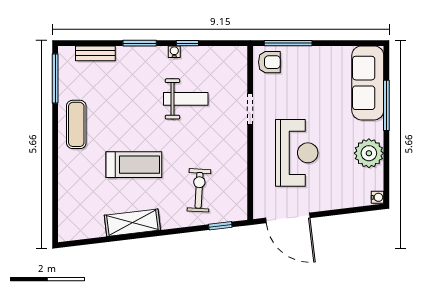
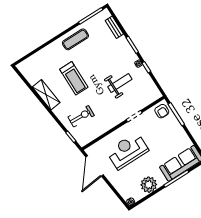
weight bench: (186, 99) -> (120, 83), turned -90
reception desk: (297, 153) -> (128, 151), turned 180

